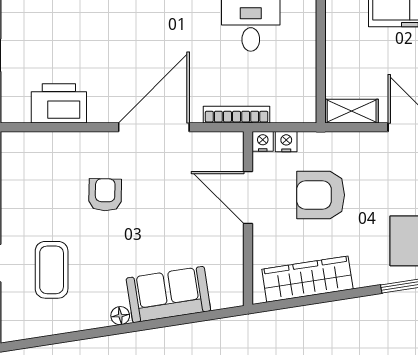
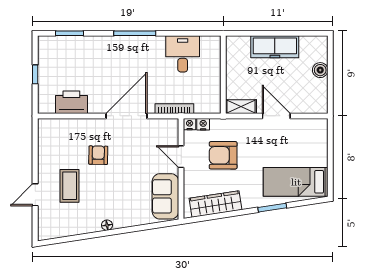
door: (248, 197) -> (181, 157), width x0.73
coffee table: (52, 270) -> (70, 186), moved
sofa: (168, 294) -> (165, 196), moved, turned -81

